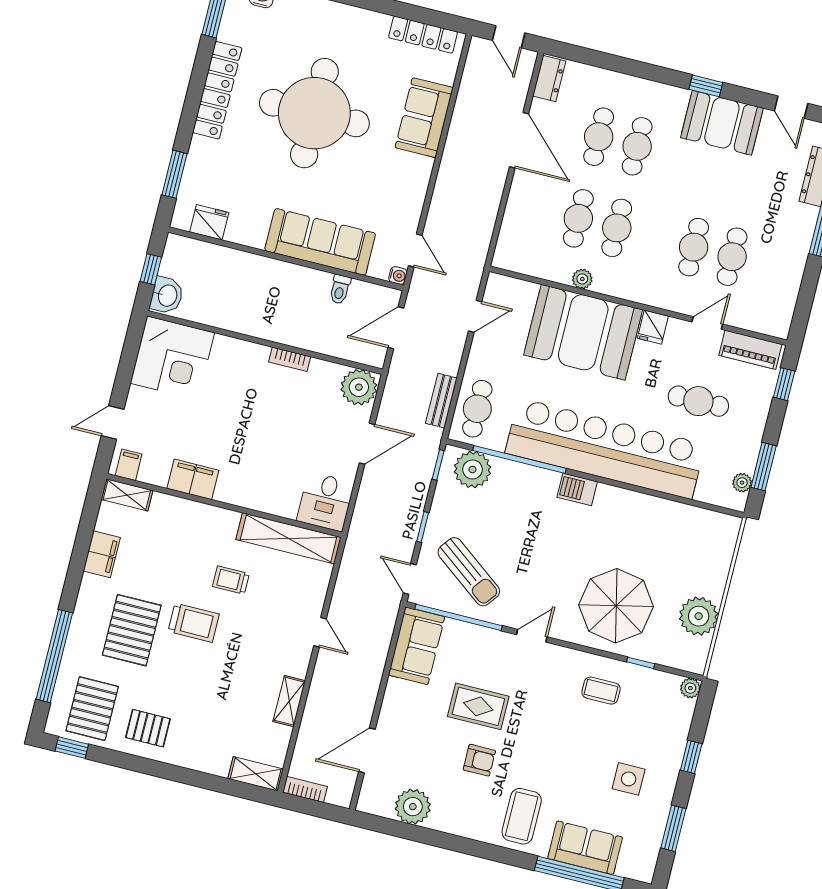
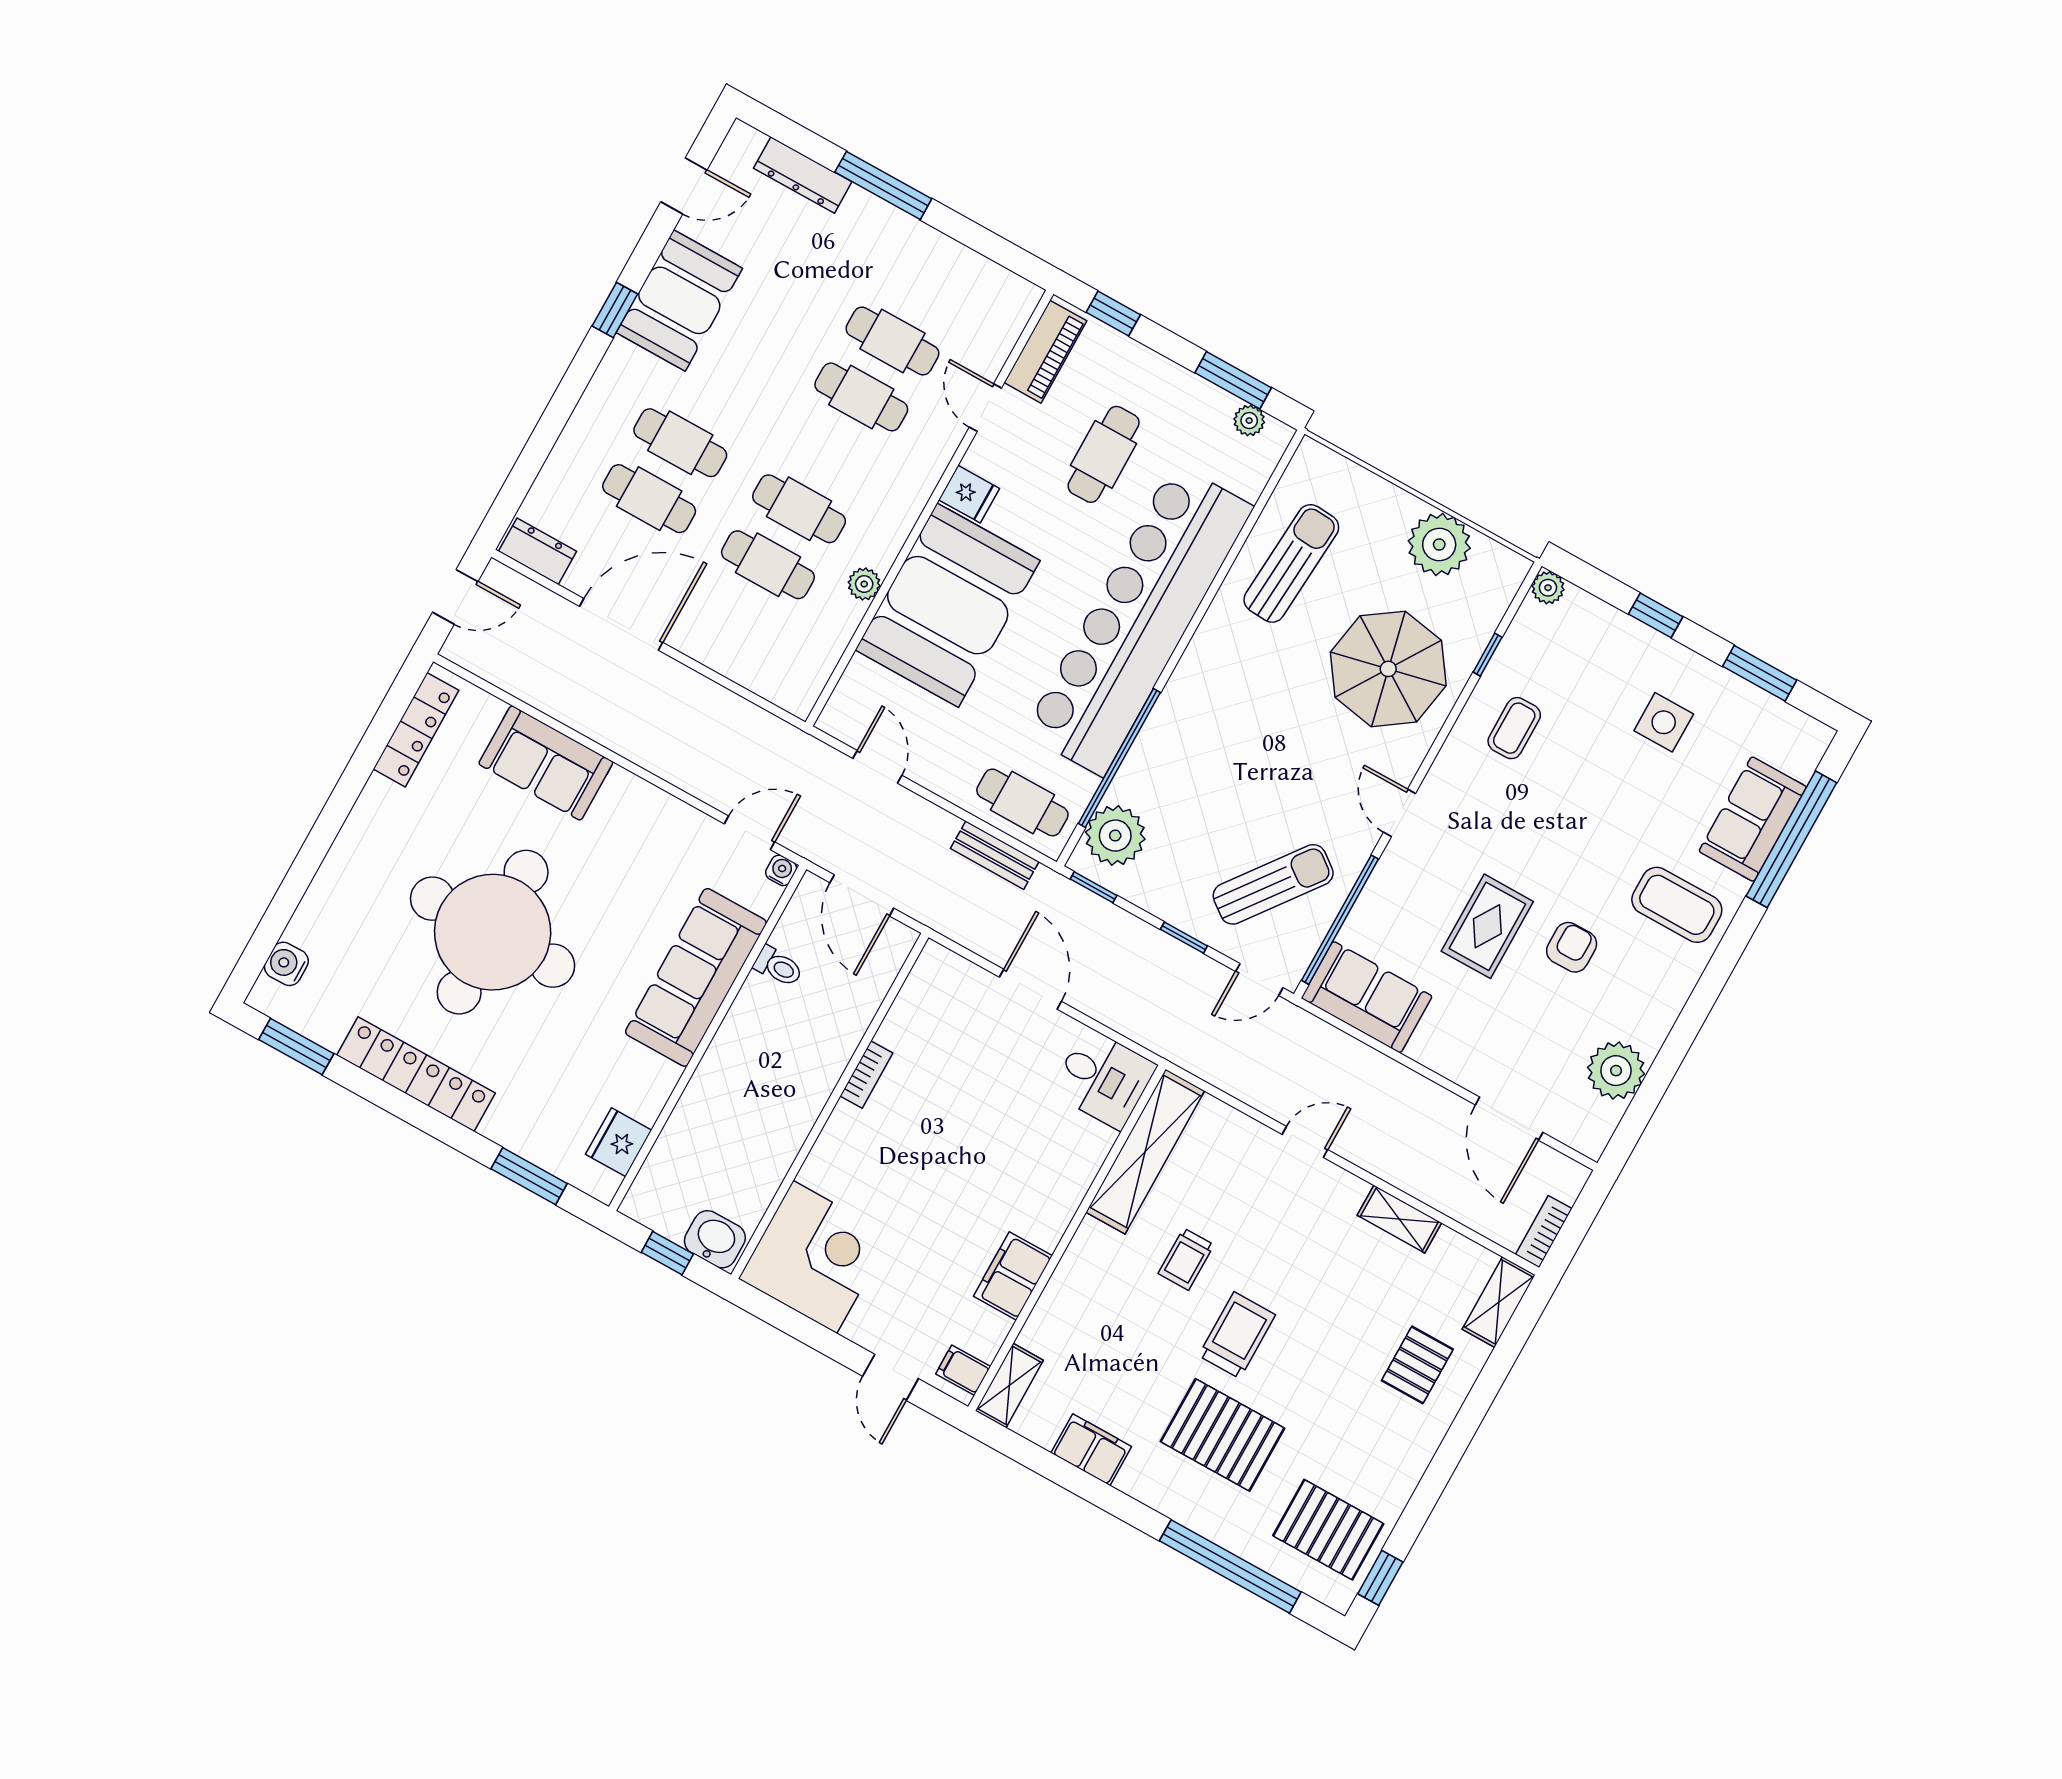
plant: (359, 387) -> (939, 978), removed
barbecue: (577, 489) -> (1190, 681), removed
sun lounger: (663, 531) -> (1291, 563), added
pallet: (148, 728) -> (1417, 1365), moved

